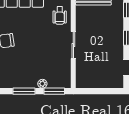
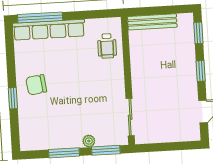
sliding door: (73, 45) -> (130, 117), moved

